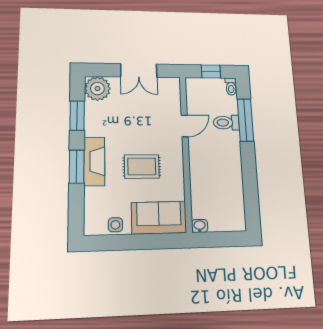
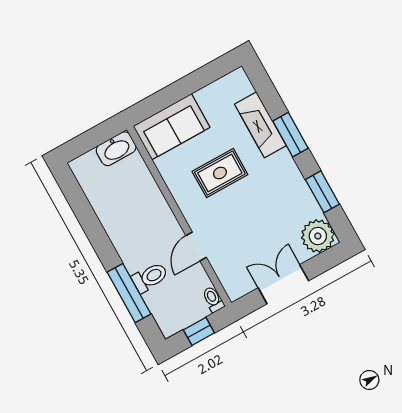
toilet: (231, 87) -> (213, 299), moved
fireplace: (94, 161) -> (260, 125), moved
side table: (115, 225) -> (214, 94), removed
washbasin: (200, 226) -> (116, 149), width x1.91, depth x1.45

